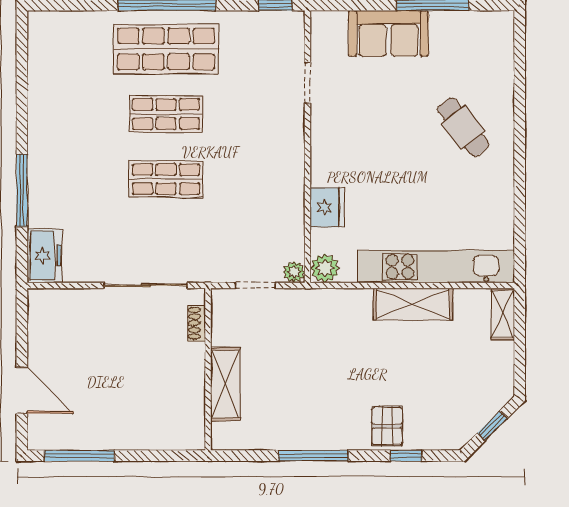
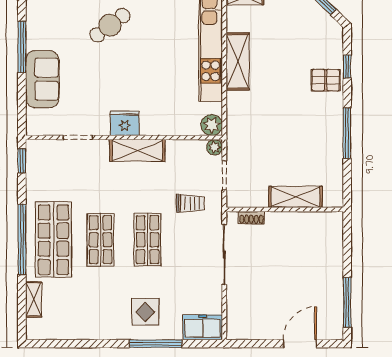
shelving: (83, 21) -> (34, 299), added
shelving: (290, 165) -> (137, 150), added
display table: (66, 176) -> (145, 312), added
fridge: (327, 207) -> (125, 123), moved
trolley: (216, 239) -> (190, 203), added

